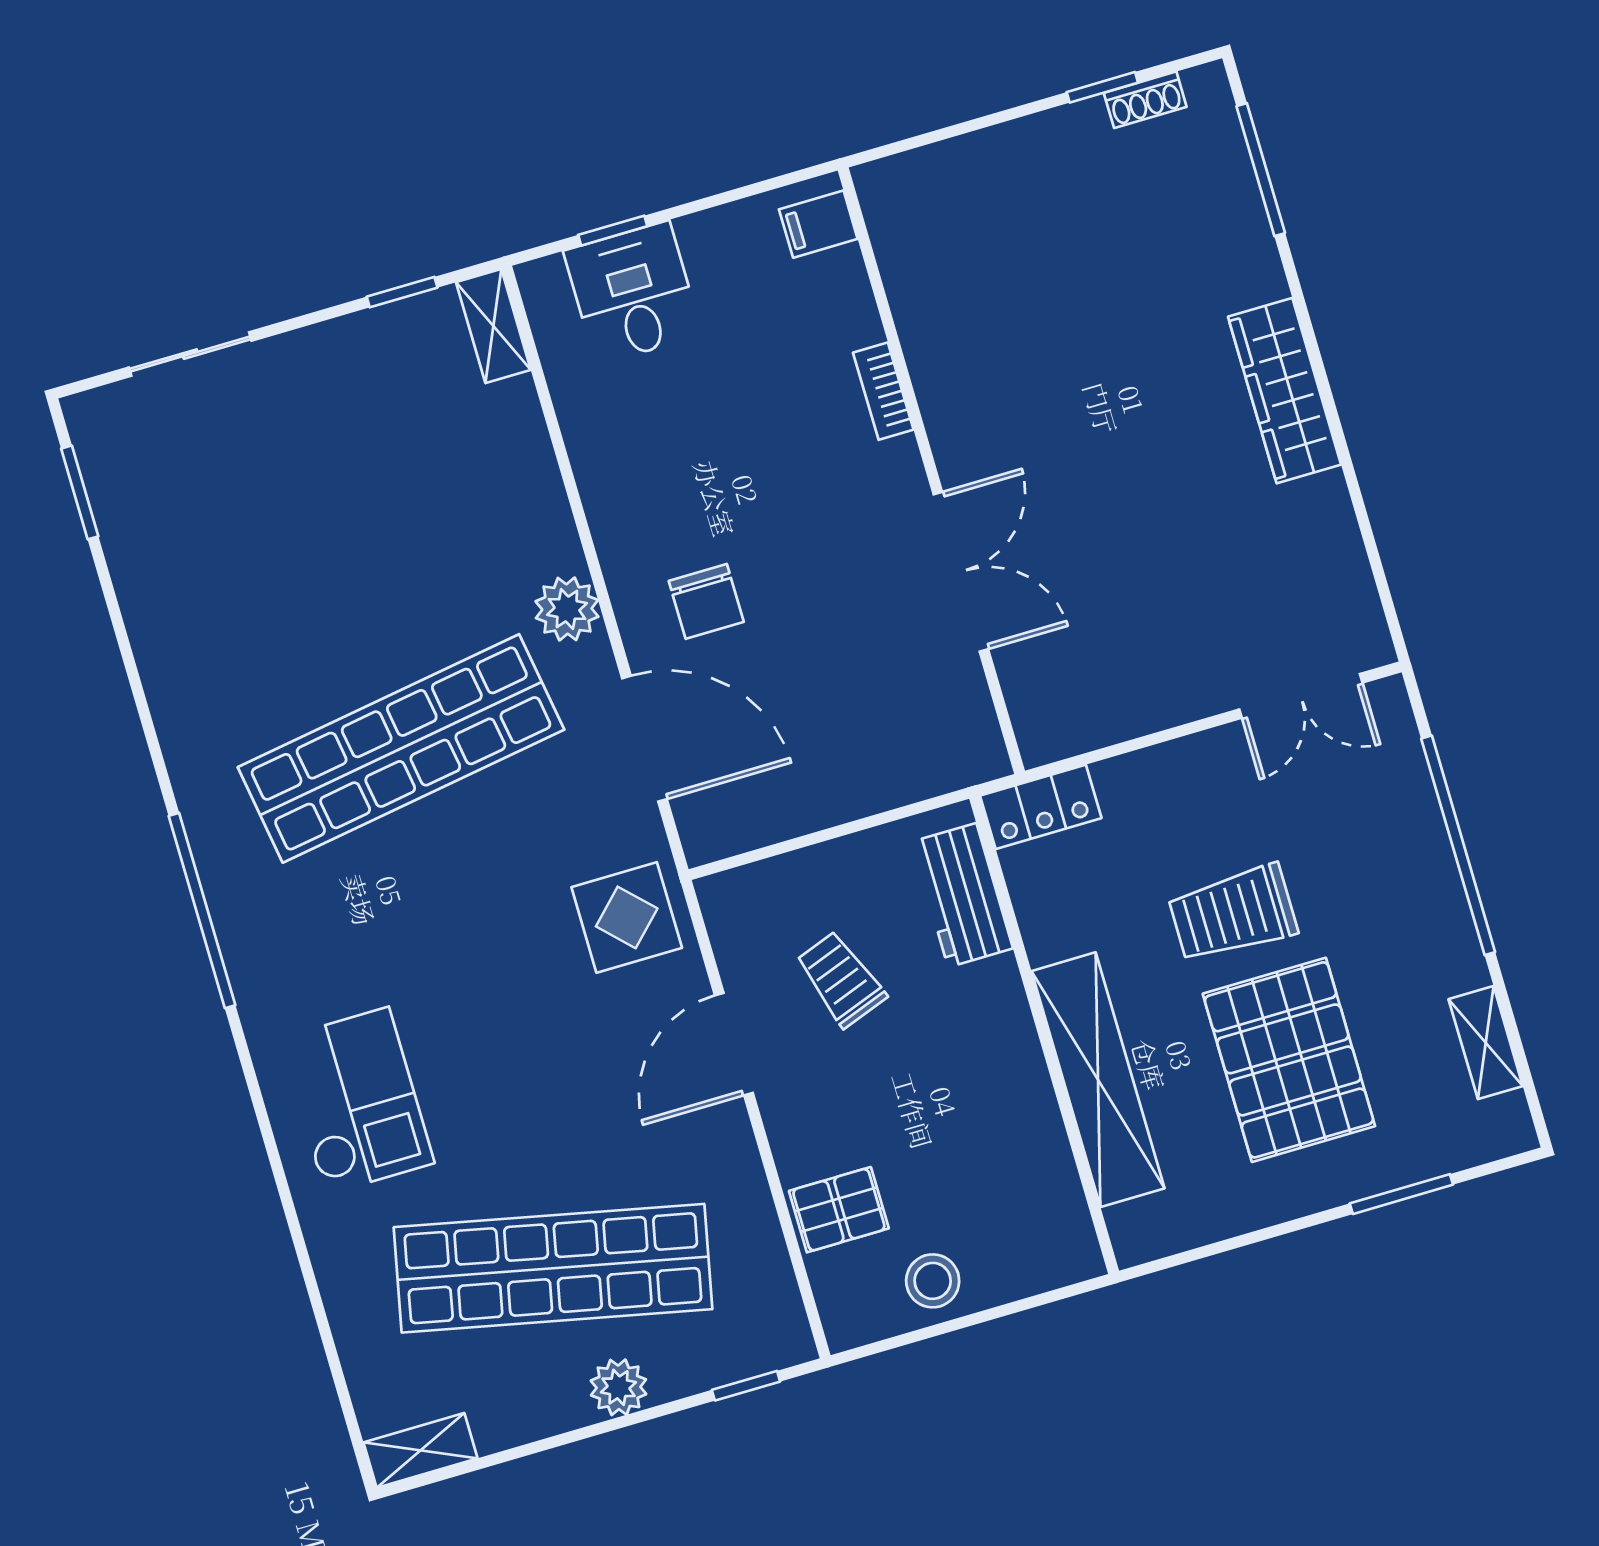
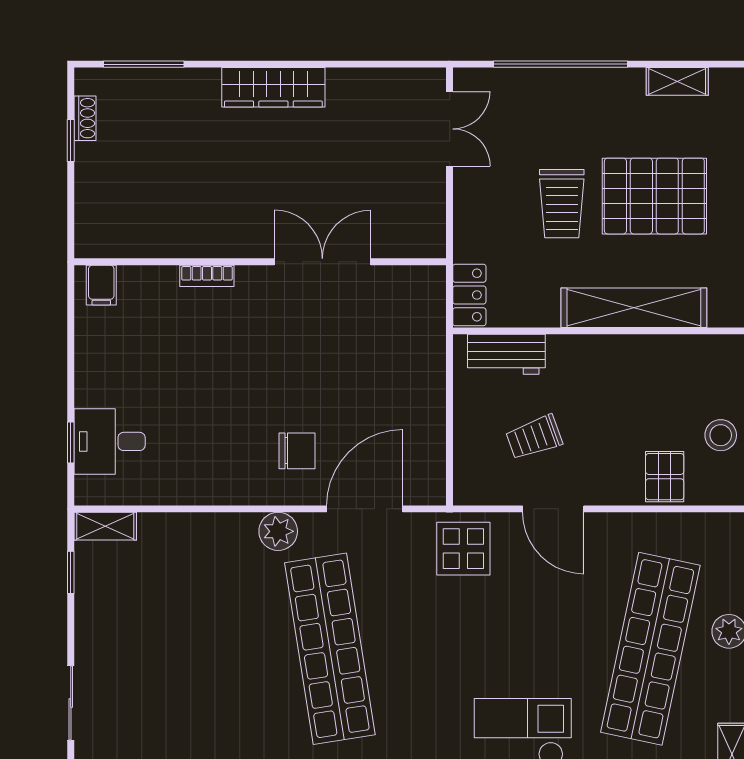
filing cabinet: (818, 224) -> (101, 285), moved
bookcase: (883, 391) -> (207, 276), moved
wall: (931, 471) -> (260, 262), moved
double door: (961, 572) -> (322, 262), moved

